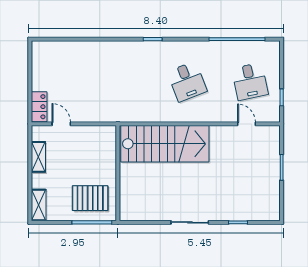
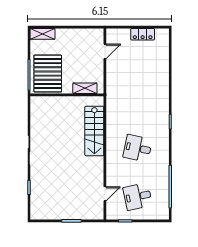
desk: (187, 81) -> (138, 148), turned 33
locker: (39, 107) -> (143, 34), moved
stairs: (165, 144) -> (94, 131), width x0.73, depth x0.66
shelving: (38, 157) -> (85, 88), moved
pallet: (90, 198) -> (48, 74), width x1.37, depth x1.41

